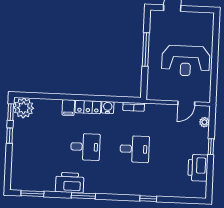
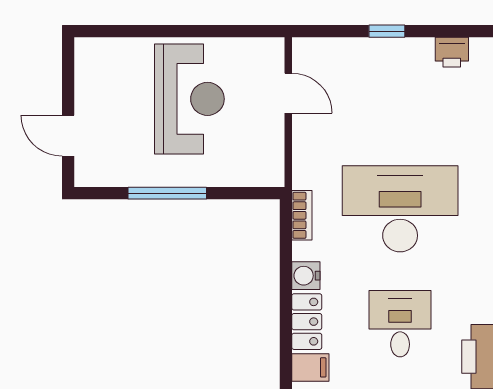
plant: (204, 122) -> (330, 49), removed
desk: (135, 149) -> (400, 209), width x1.87, depth x1.30
printer: (198, 168) -> (452, 52), width x0.53, depth x0.68

